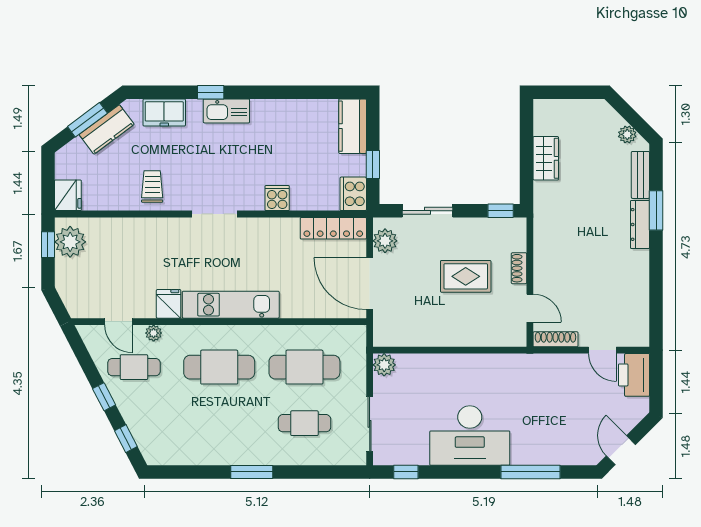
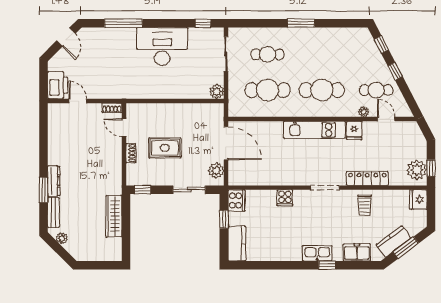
wardrobe: (546, 158) -> (114, 216), width x1.50
locker: (333, 228) -> (367, 179), moved
shoe rack: (555, 339) -> (112, 108), width x0.70

